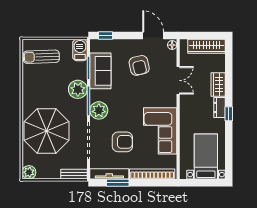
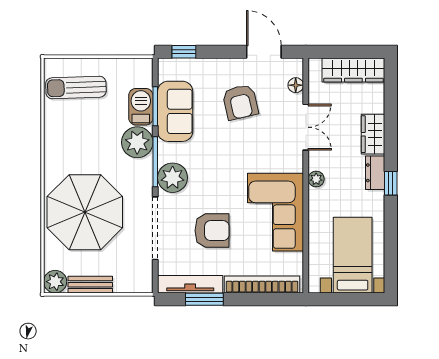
floor lamp: (172, 45) -> (296, 85), moved
barbecue: (80, 50) -> (141, 107), moved
plant: (184, 111) -> (316, 179), added
bench: (74, 174) -> (90, 285), moved

